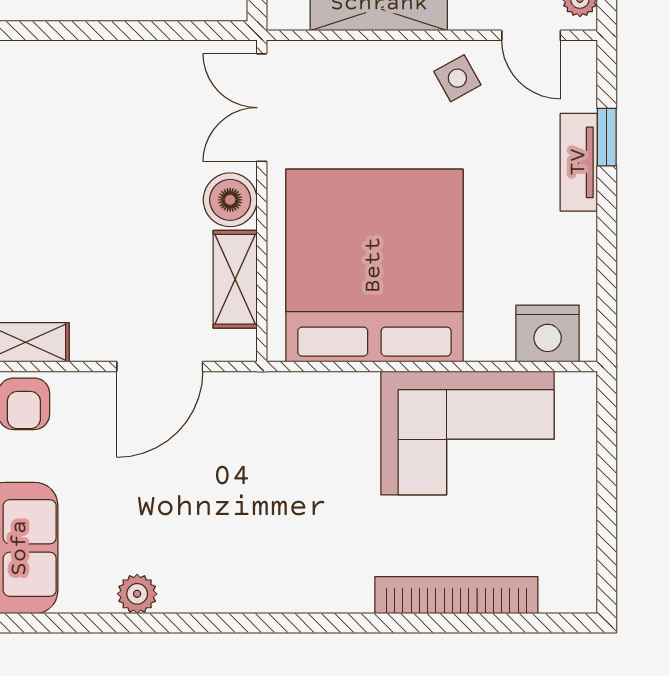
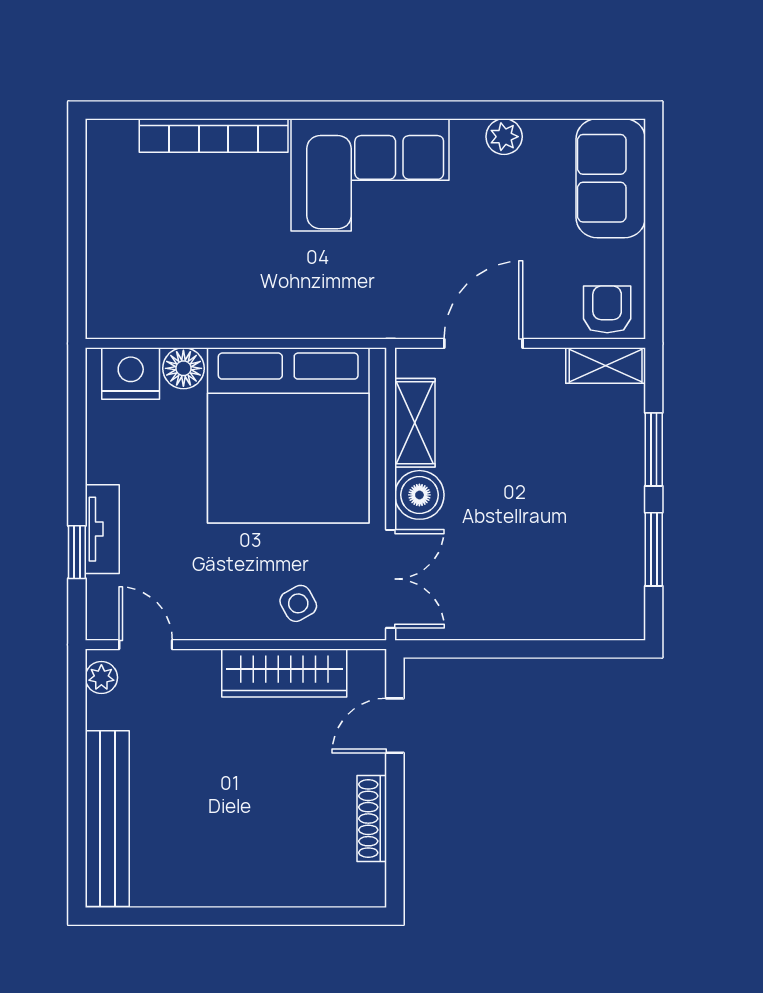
side table: (457, 78) -> (298, 603), moved
floor lamp: (490, 339) -> (183, 368), added
corner sofa: (468, 433) -> (370, 175), moved, turned 180

